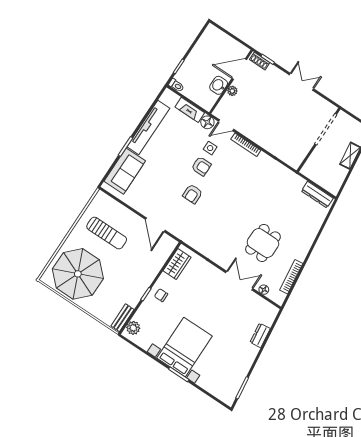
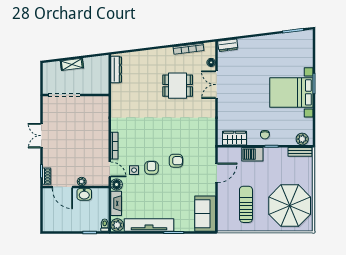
plant: (168, 97) -> (117, 225), added
sofa: (125, 171) -> (205, 214), moved, turned -90
barbecue: (150, 271) -> (252, 154), added
dresser: (260, 335) -> (228, 45), moved

